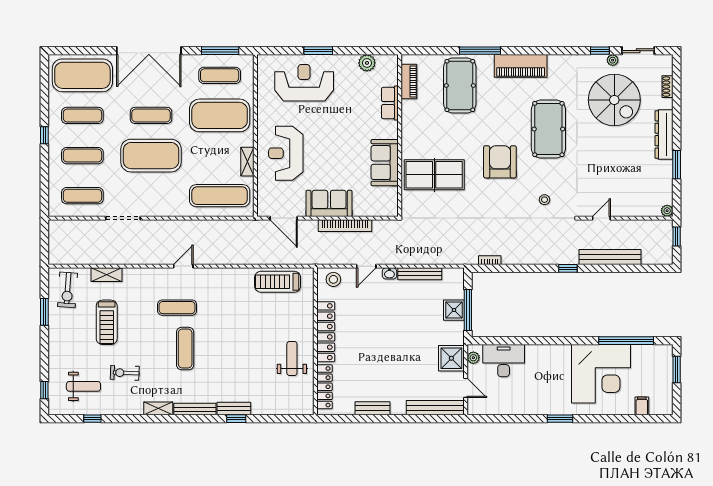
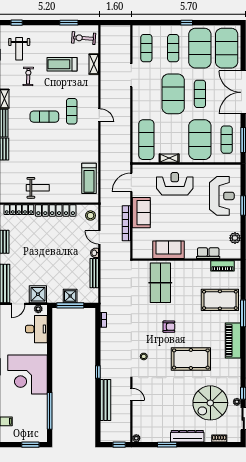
exercise mat: (82, 115) -> (200, 48), width x2.00, depth x1.45
armchair: (500, 162) -> (169, 327), width x0.53, depth x0.53
treadmill: (278, 282) -> (89, 178), turned 180
corner desk: (601, 374) -> (28, 375), moved

